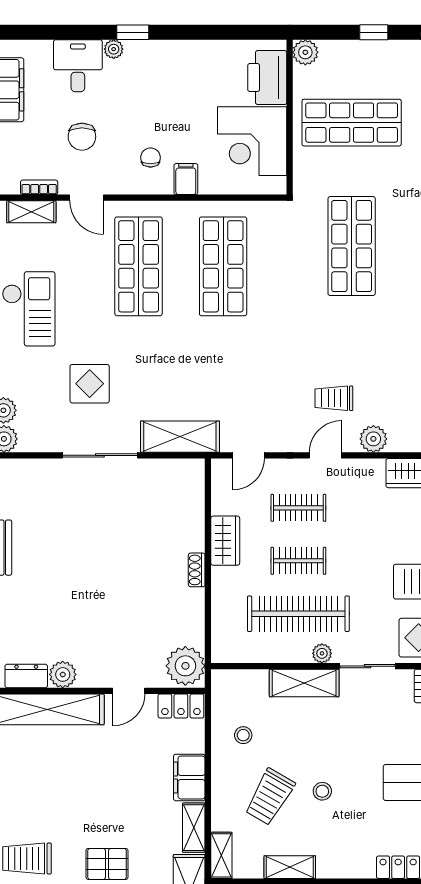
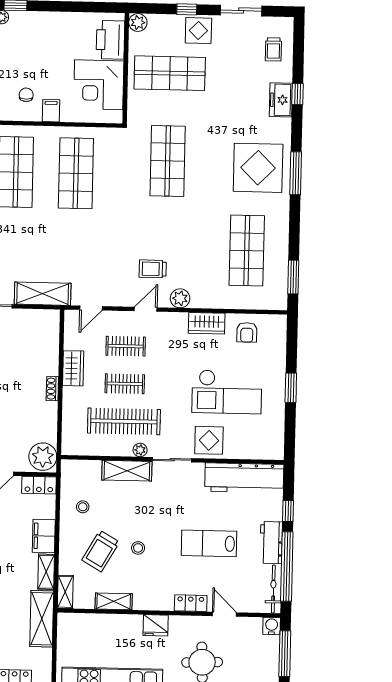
display table: (391, 62) -> (198, 31), added

